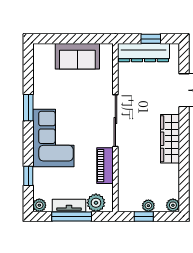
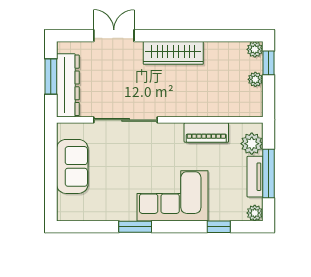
window: (151, 39) -> (51, 76), width x1.50
sliding door: (115, 121) -> (126, 120), moved
window: (144, 216) -> (268, 63), moved

